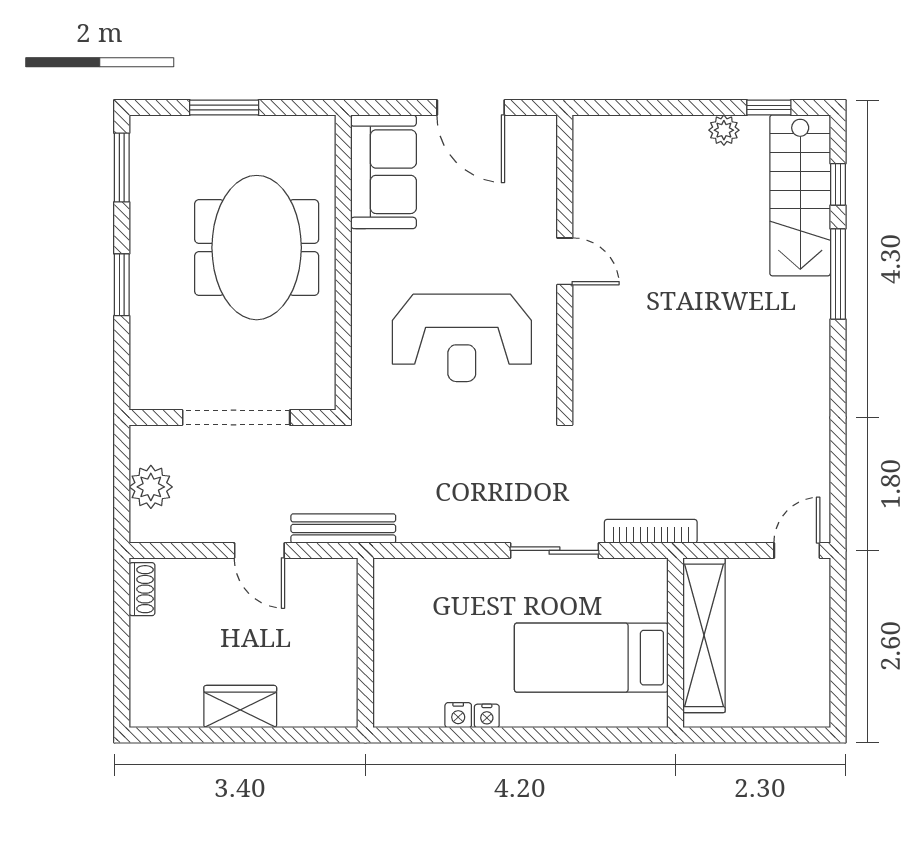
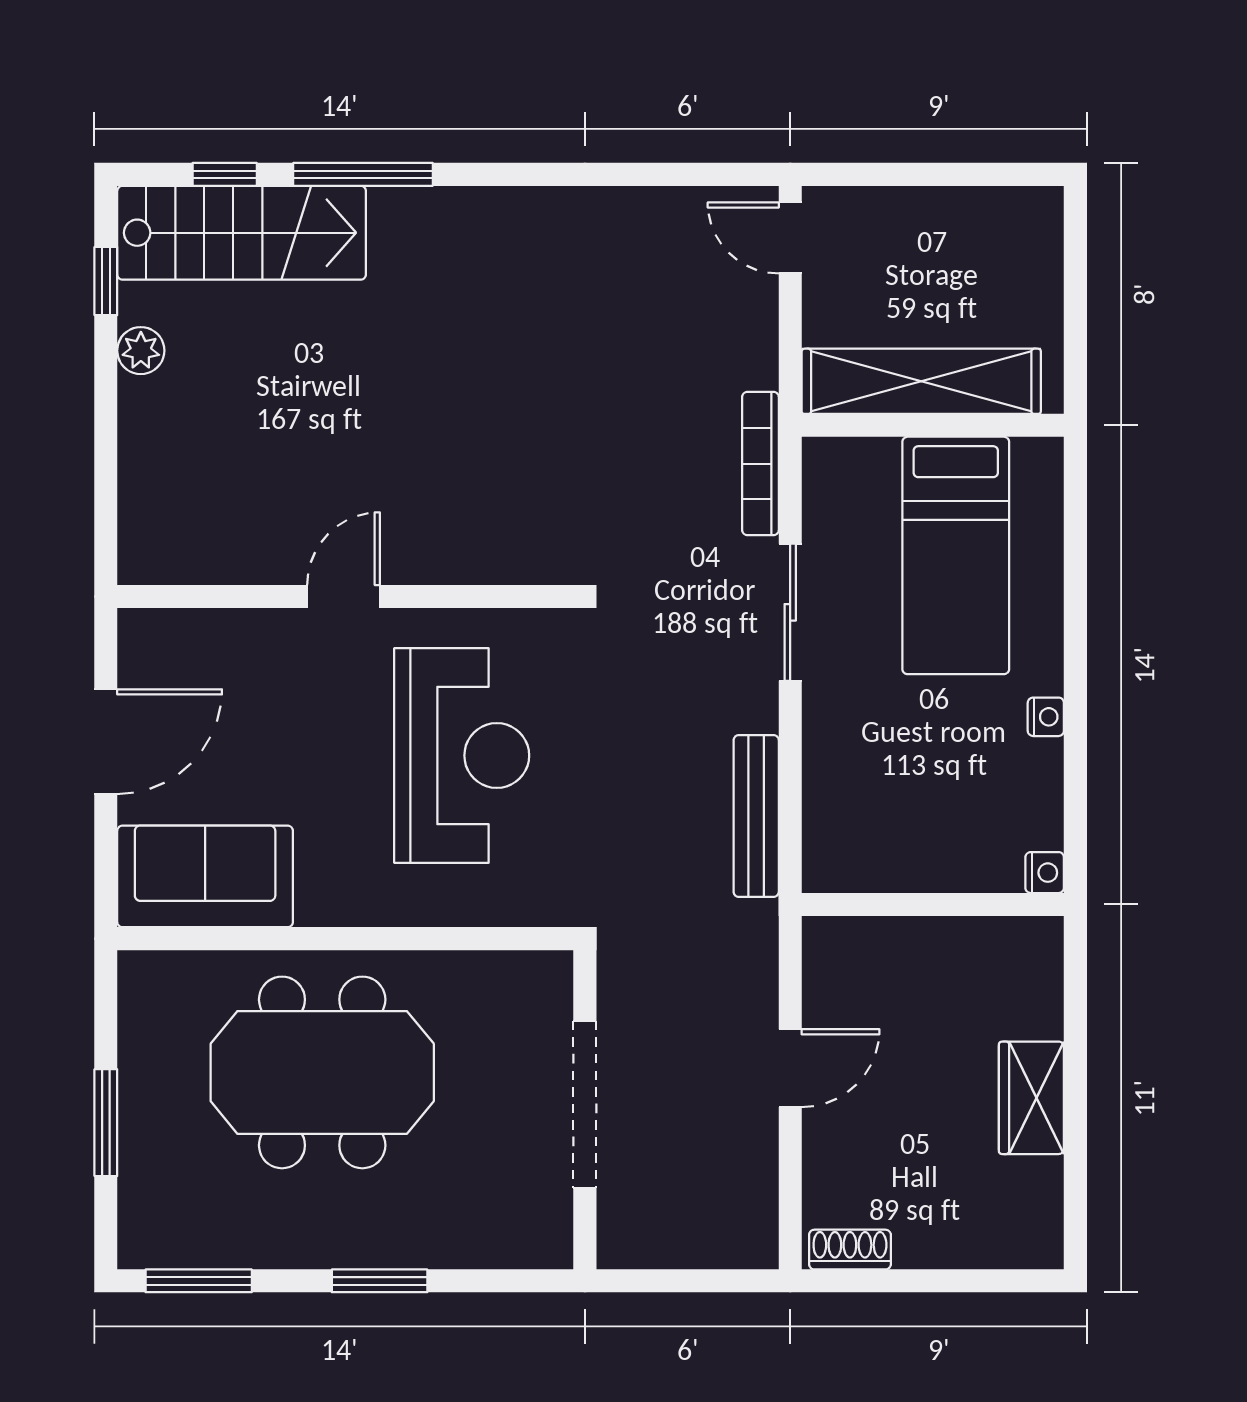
plant: (151, 487) -> (692, 1236), removed
bench: (343, 528) -> (756, 816), moved
nightstand: (458, 715) -> (1045, 873), moved

